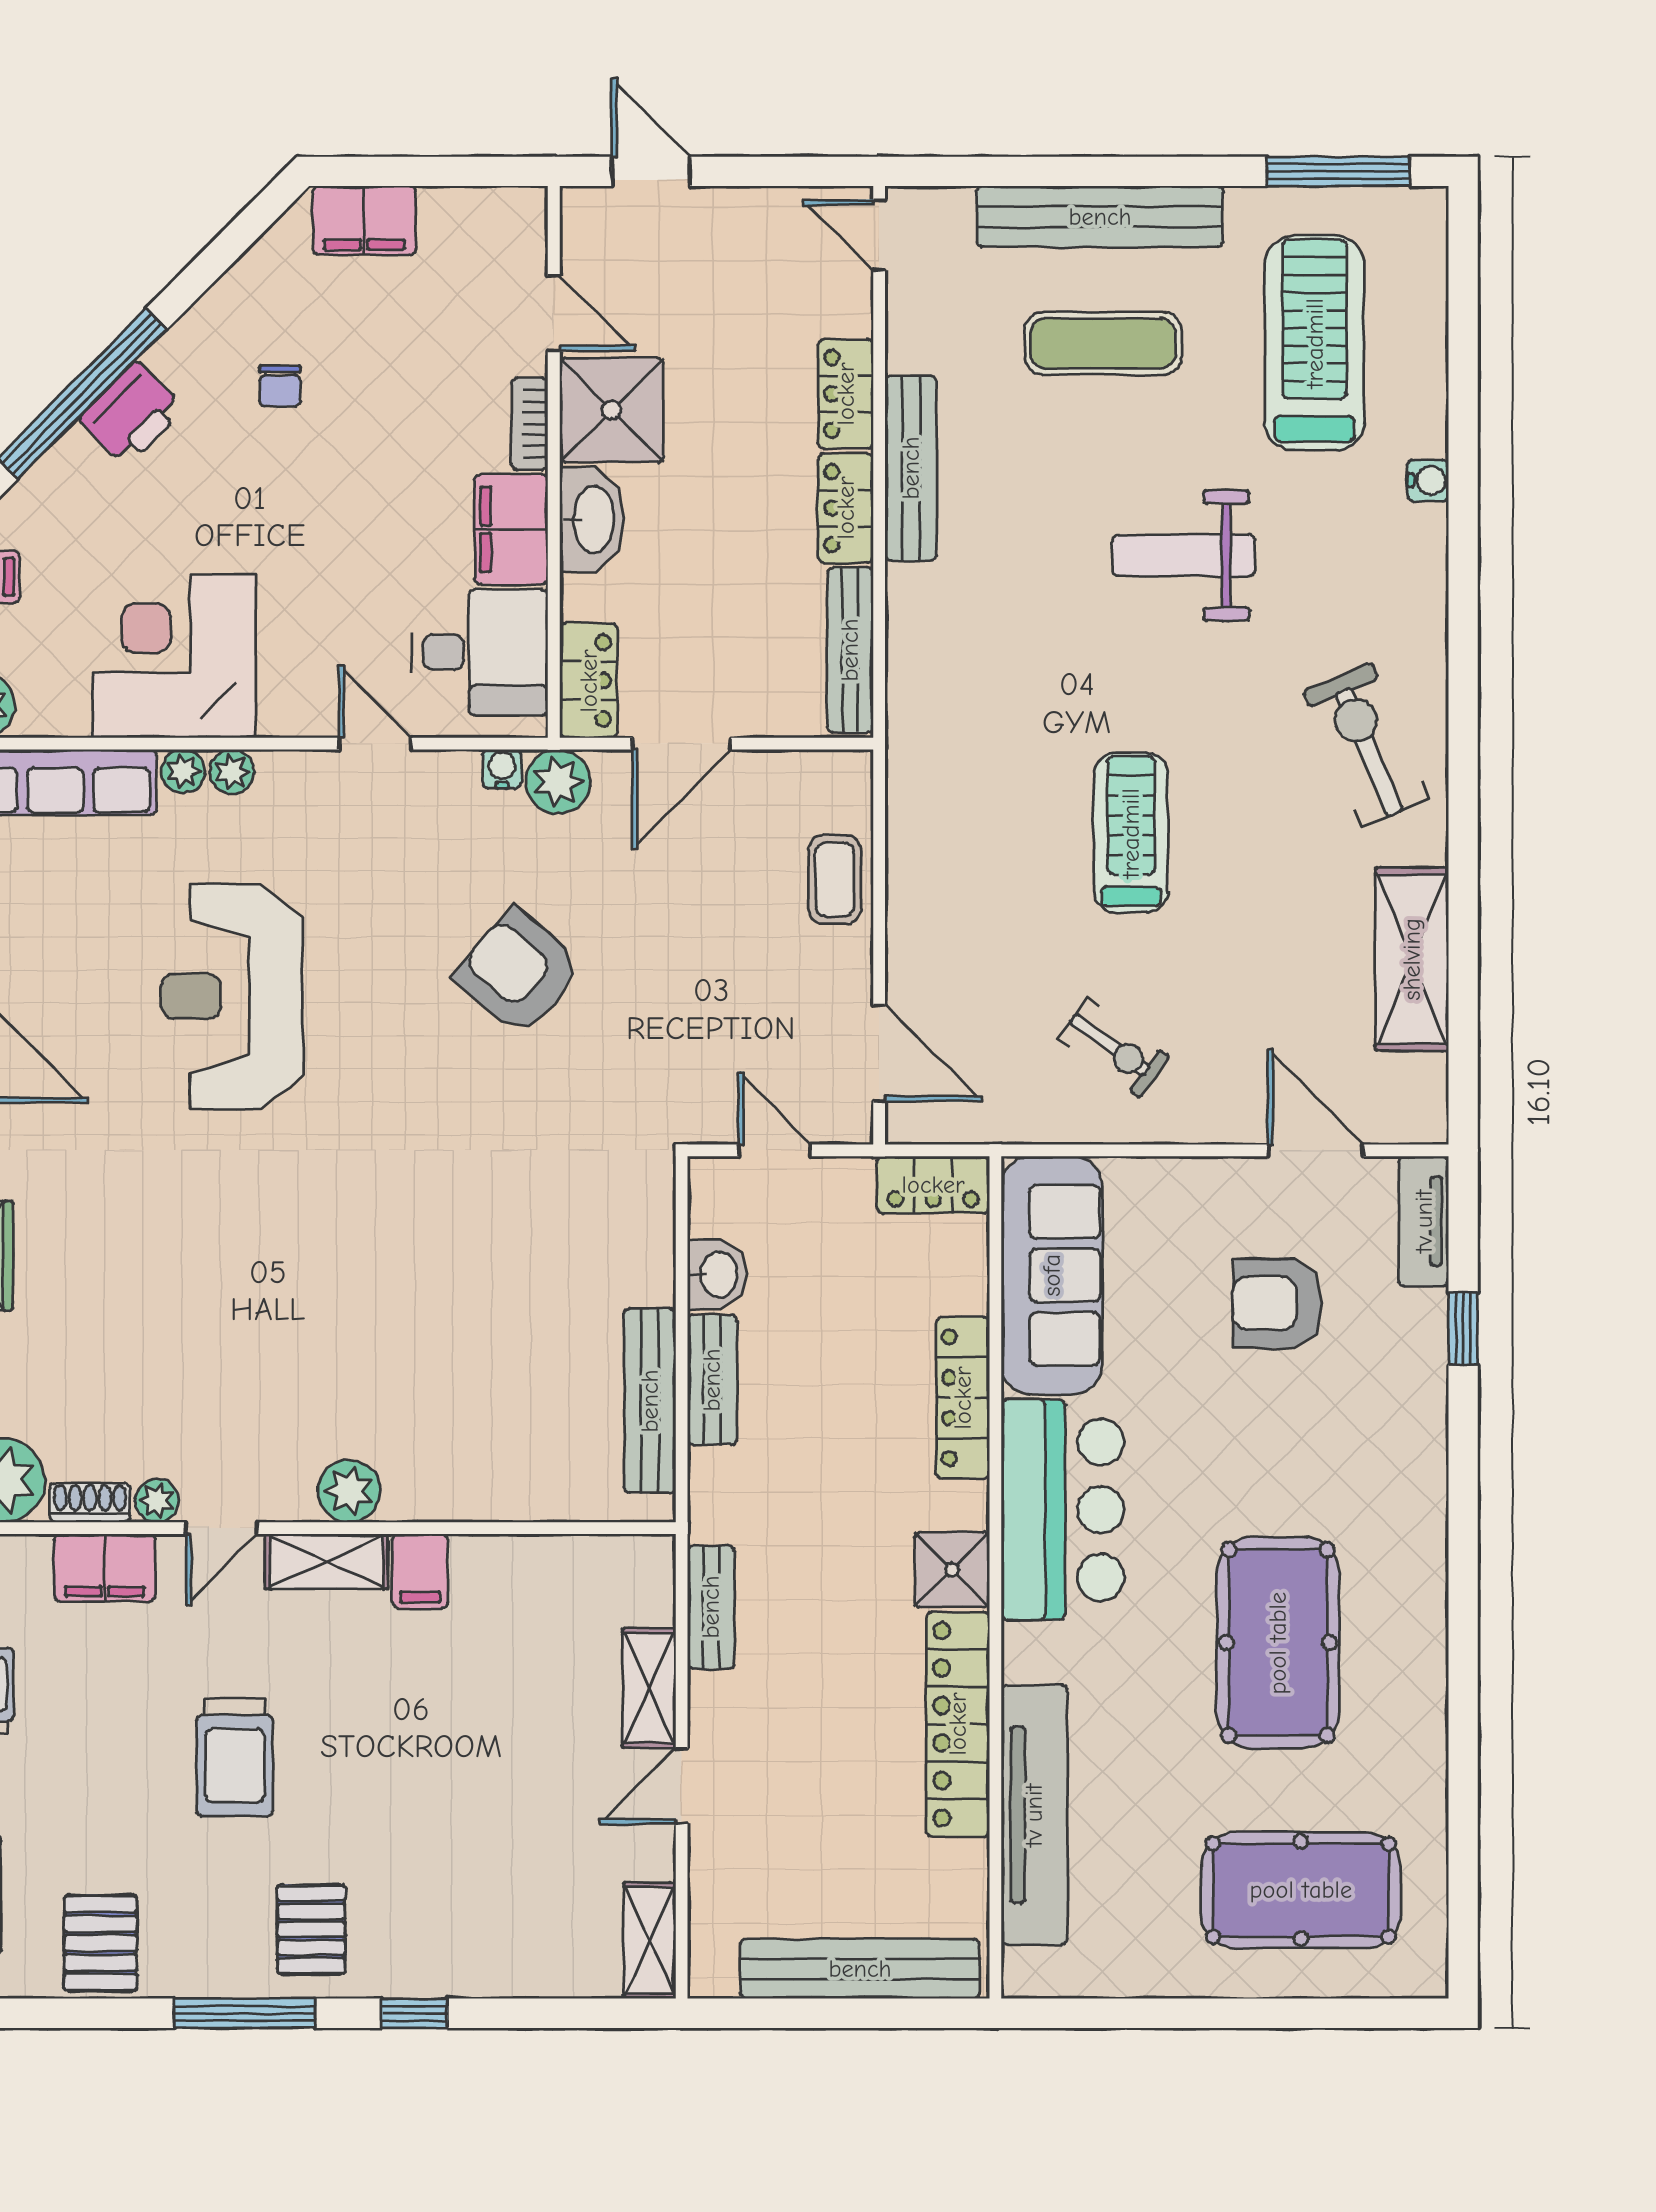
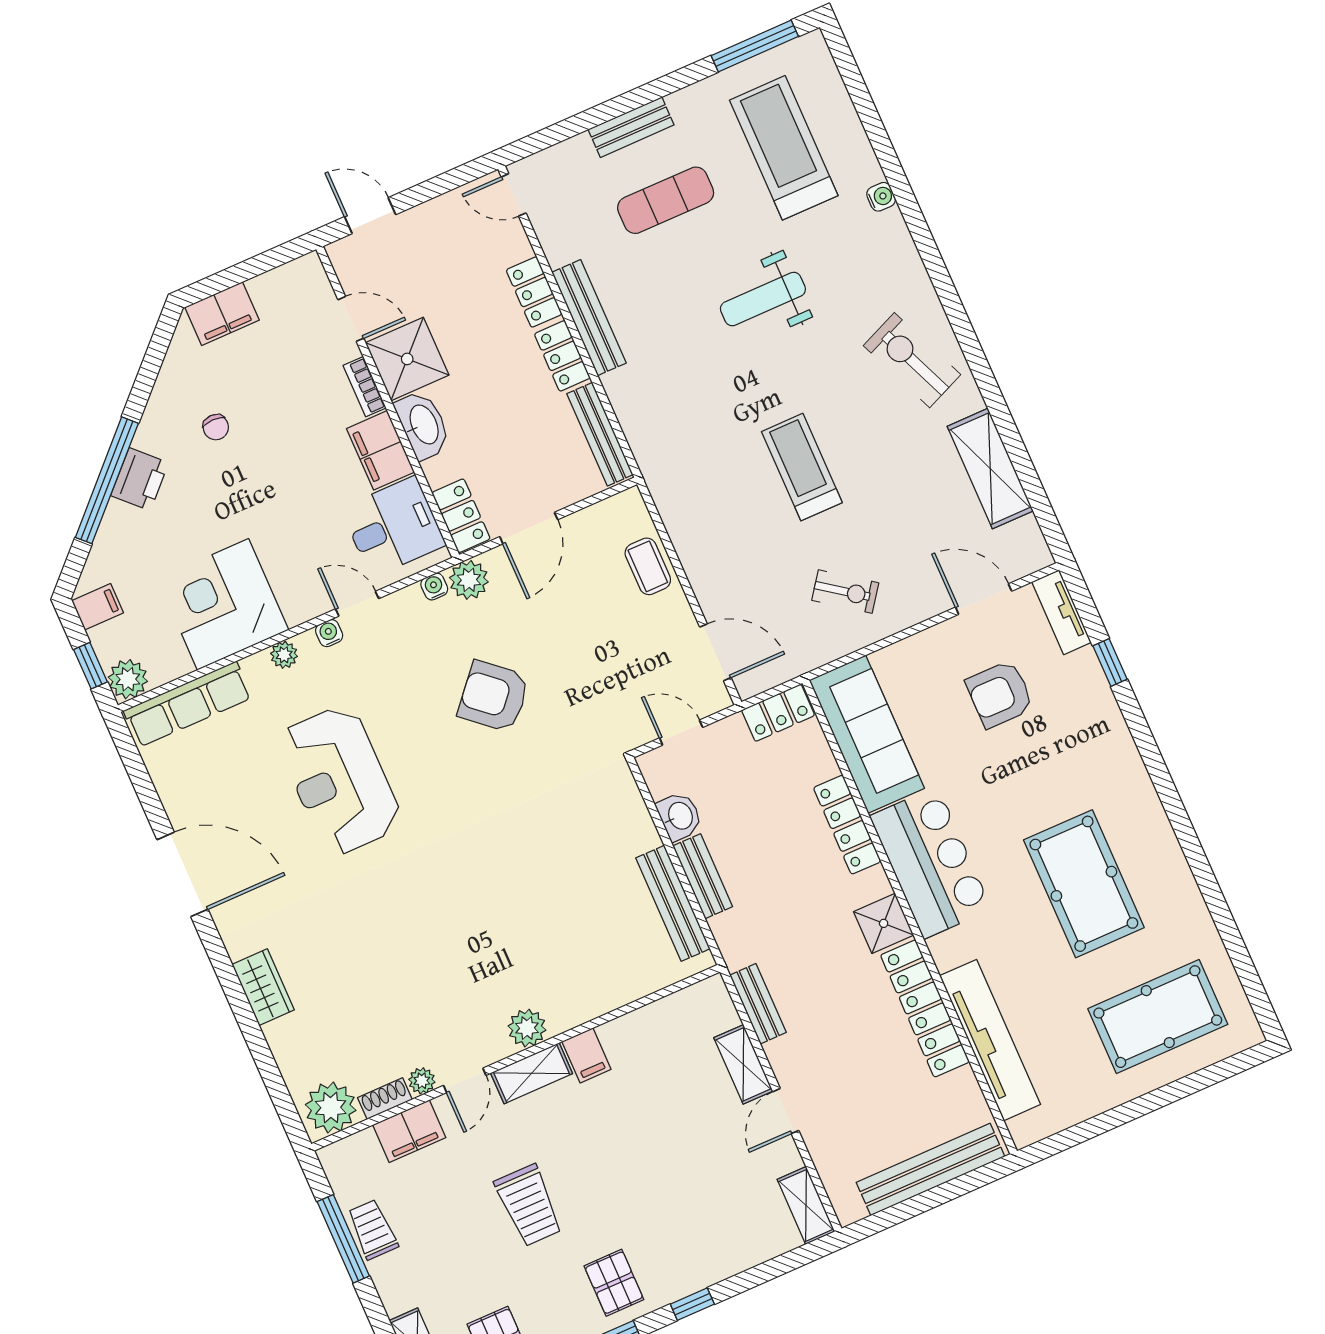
bench: (1100, 217) -> (631, 127), width x0.54, depth x0.82
water cooler: (314, 769) -> (329, 633), added
plant: (183, 771) -> (257, 666), removed

